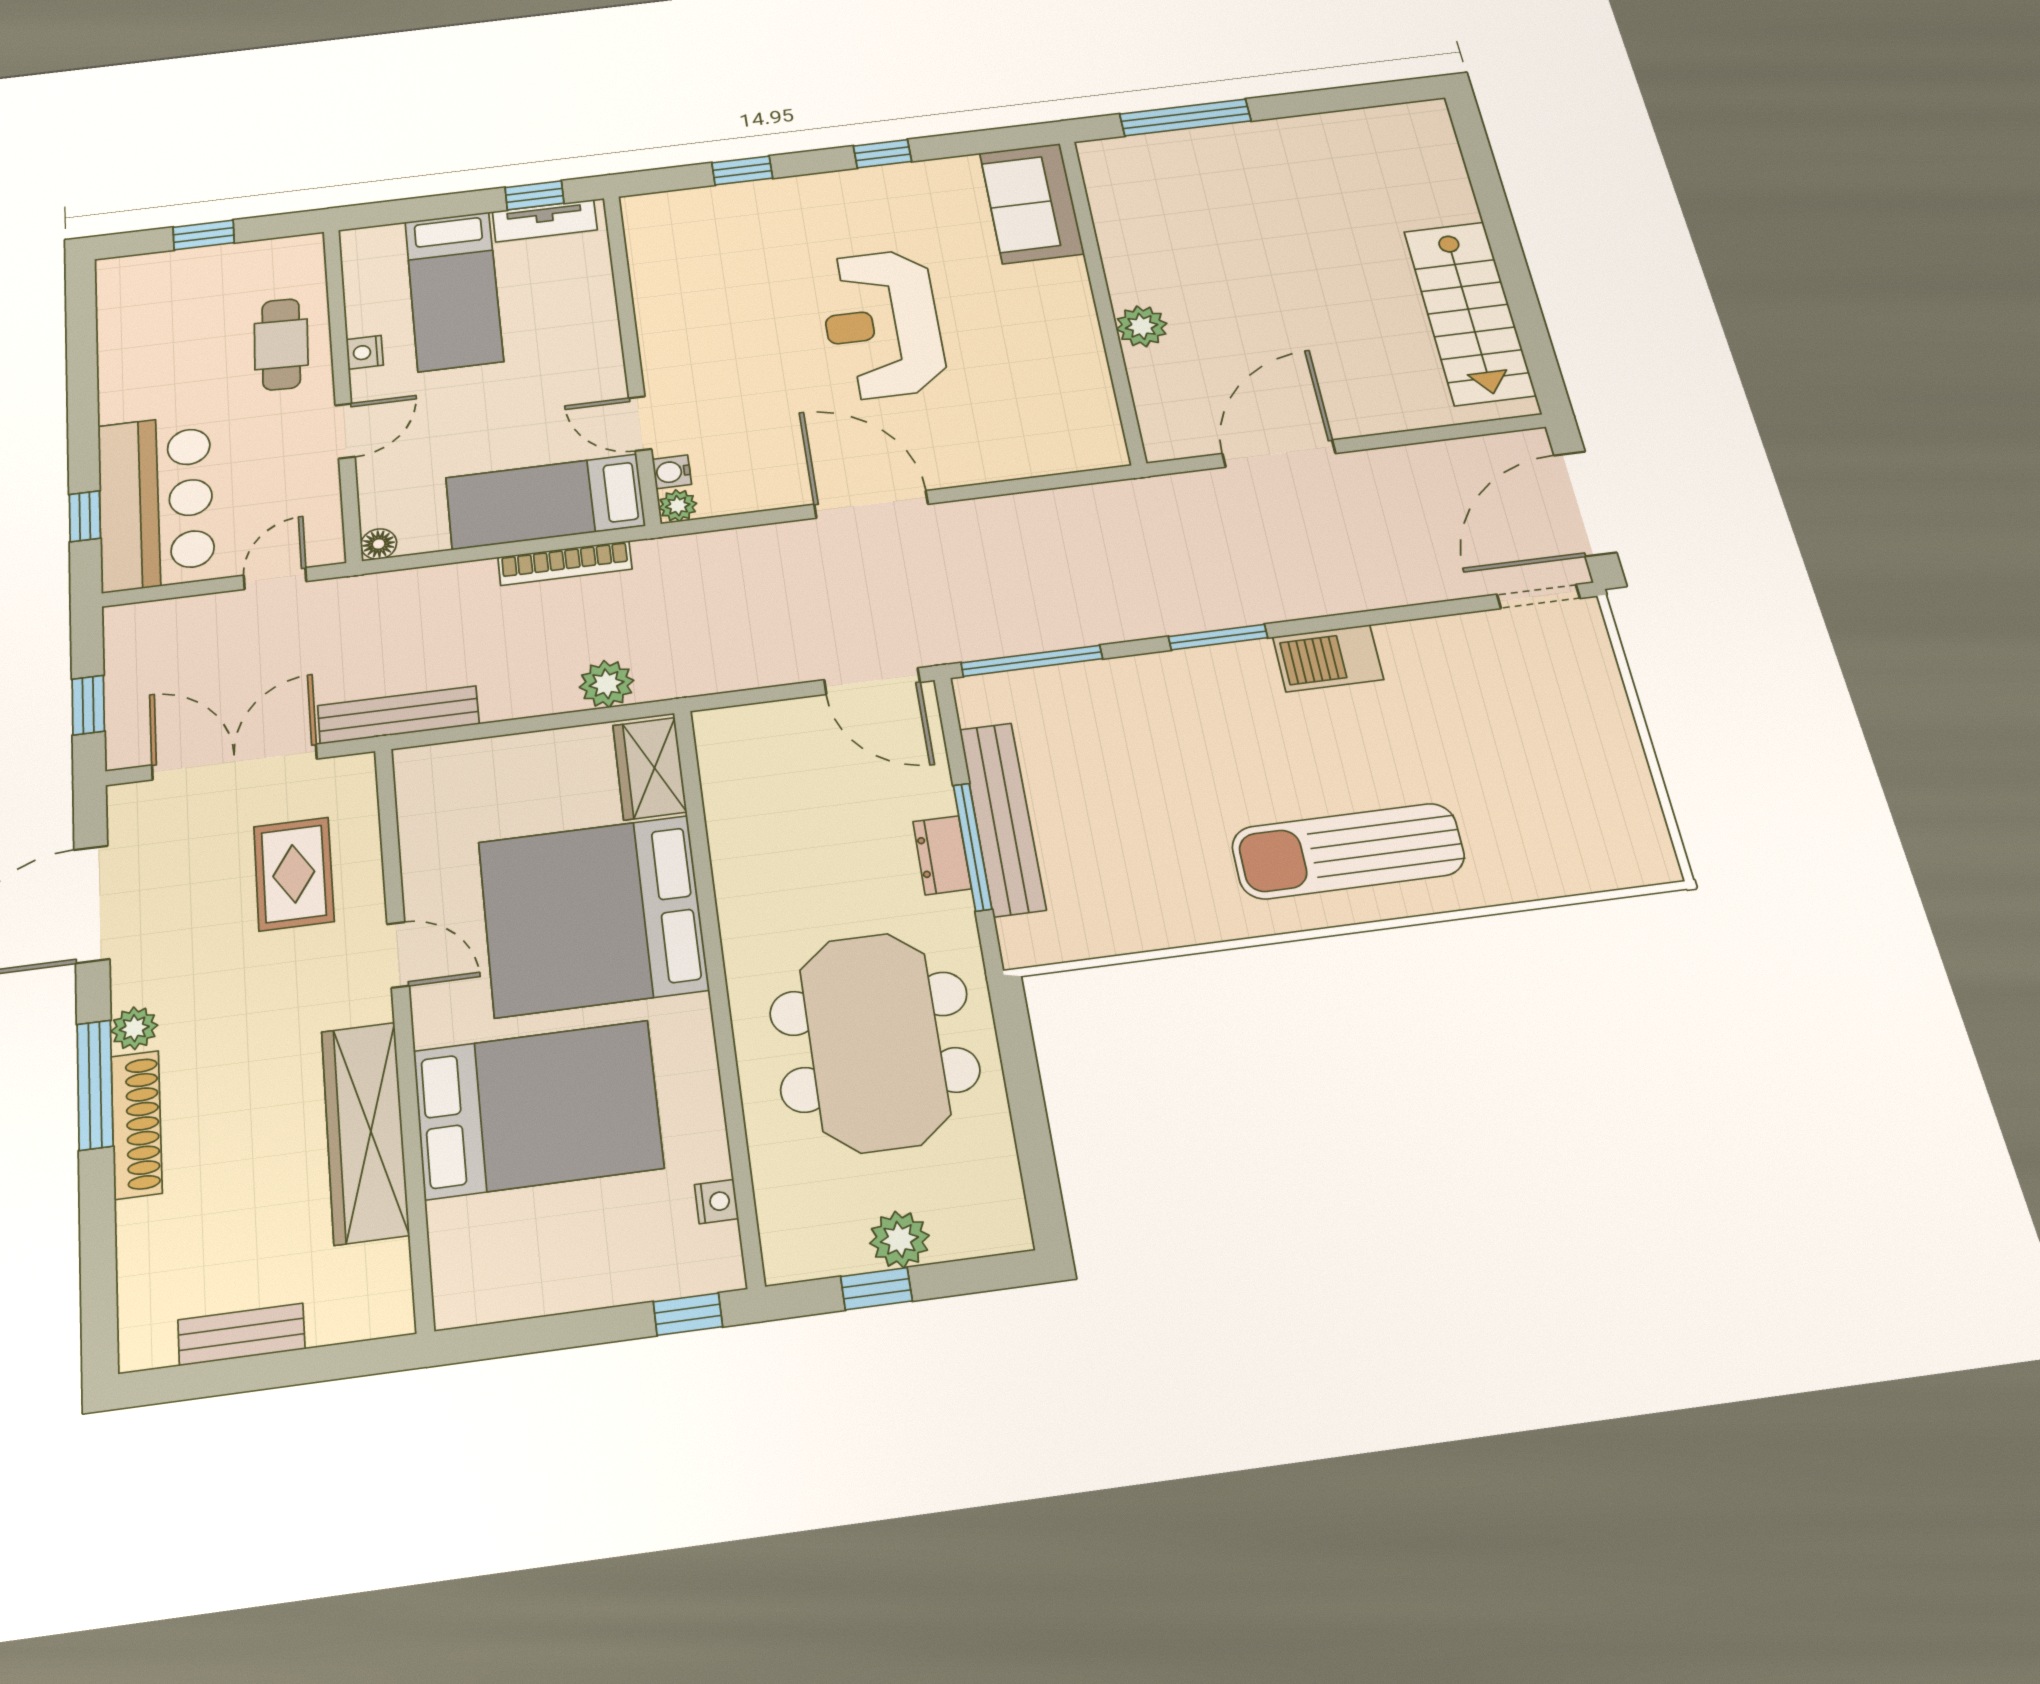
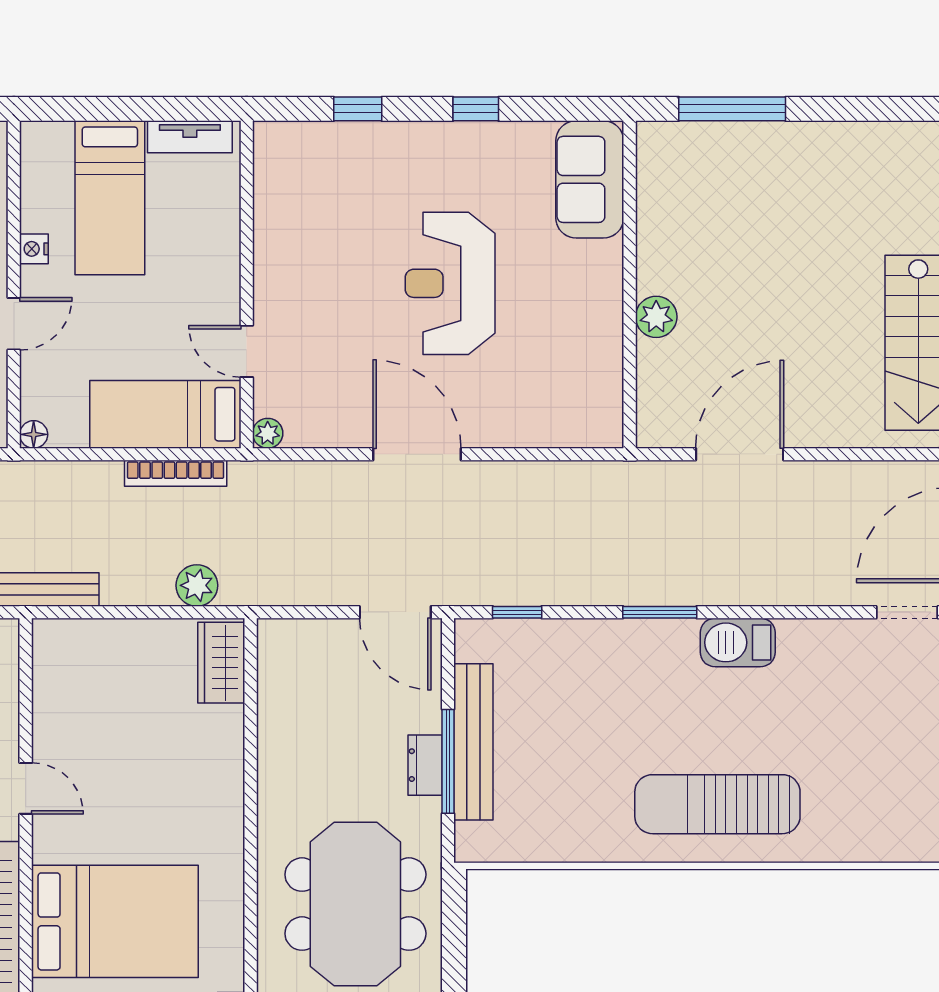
window: (534, 195) -> (184, 109), removed
water cooler: (672, 472) -> (267, 401), removed
window: (1032, 661) -> (517, 612), width x0.46
bed: (593, 915) -> (168, 777), removed

